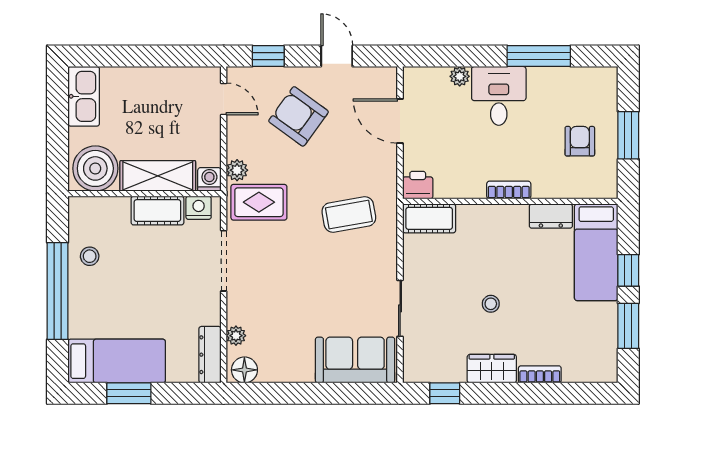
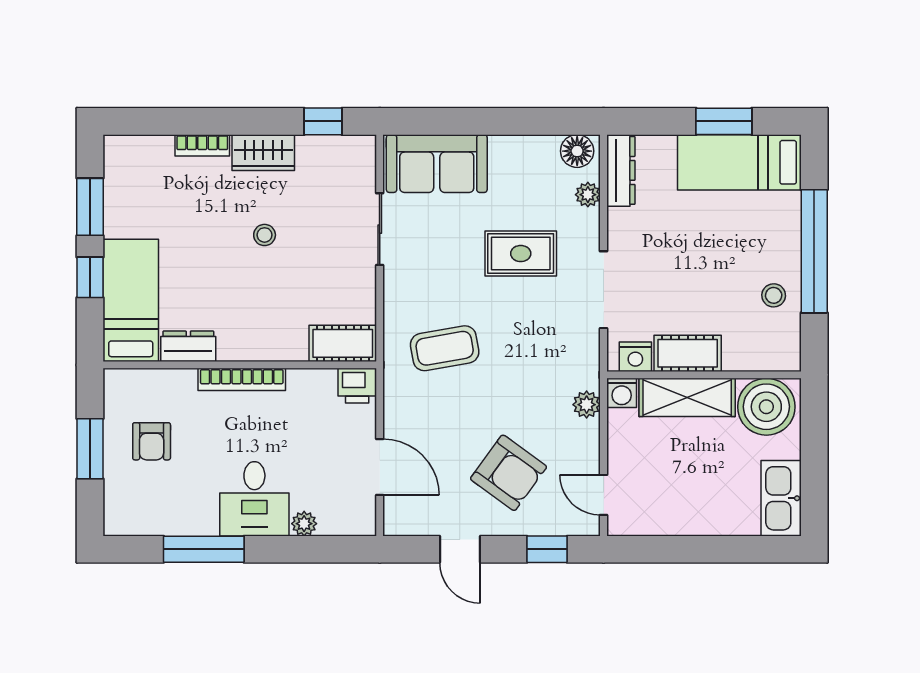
bookcase: (509, 190) -> (242, 379), width x1.56
rug: (259, 202) -> (521, 254), moved

